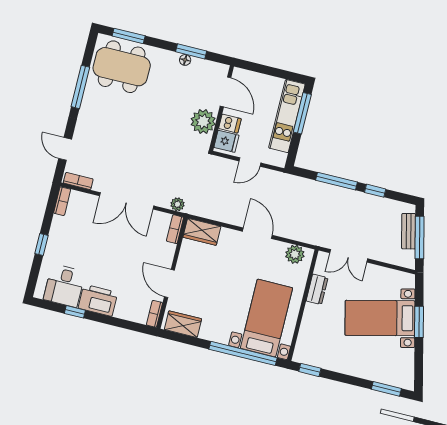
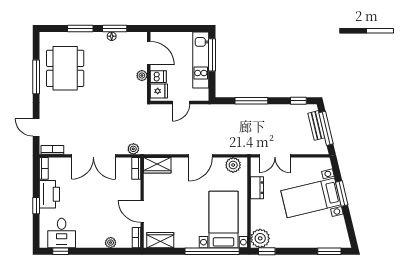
window: (129, 36) -> (80, 28), moved
dining table: (122, 67) -> (65, 68), moved, turned 90
plant: (203, 121) -> (142, 76), width x0.53, depth x0.53
window: (375, 191) -> (298, 101), moved
door: (257, 233) -> (200, 156), swing flipped
printer: (98, 300) -> (49, 194), moved, turned 90
window: (75, 312) -> (61, 251), moved
plant: (121, 312) -> (111, 243), added
plant: (306, 352) -> (260, 238), added

